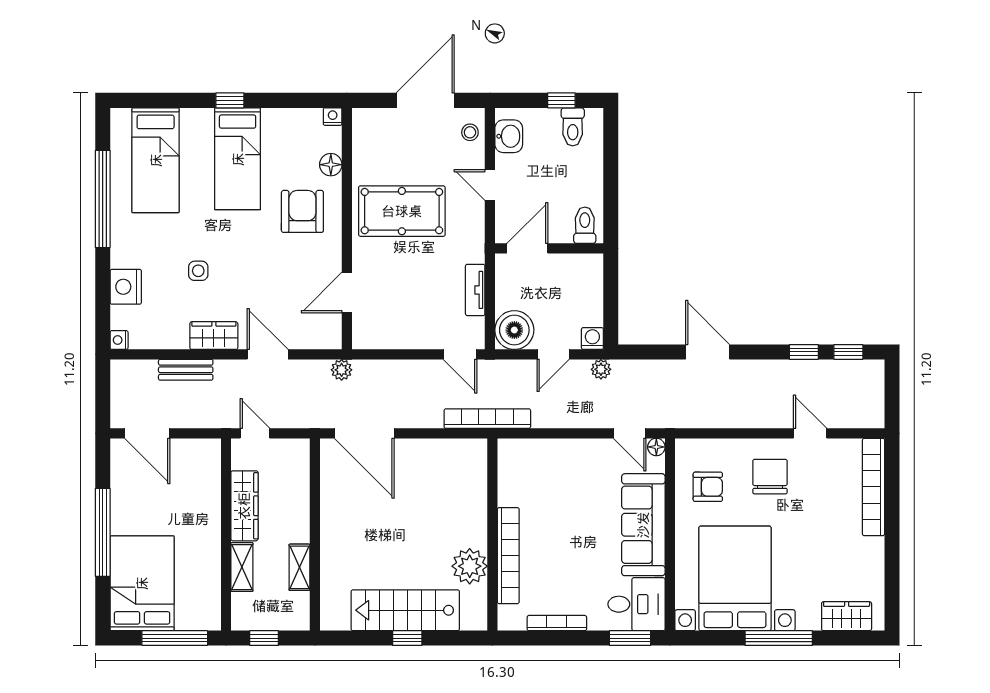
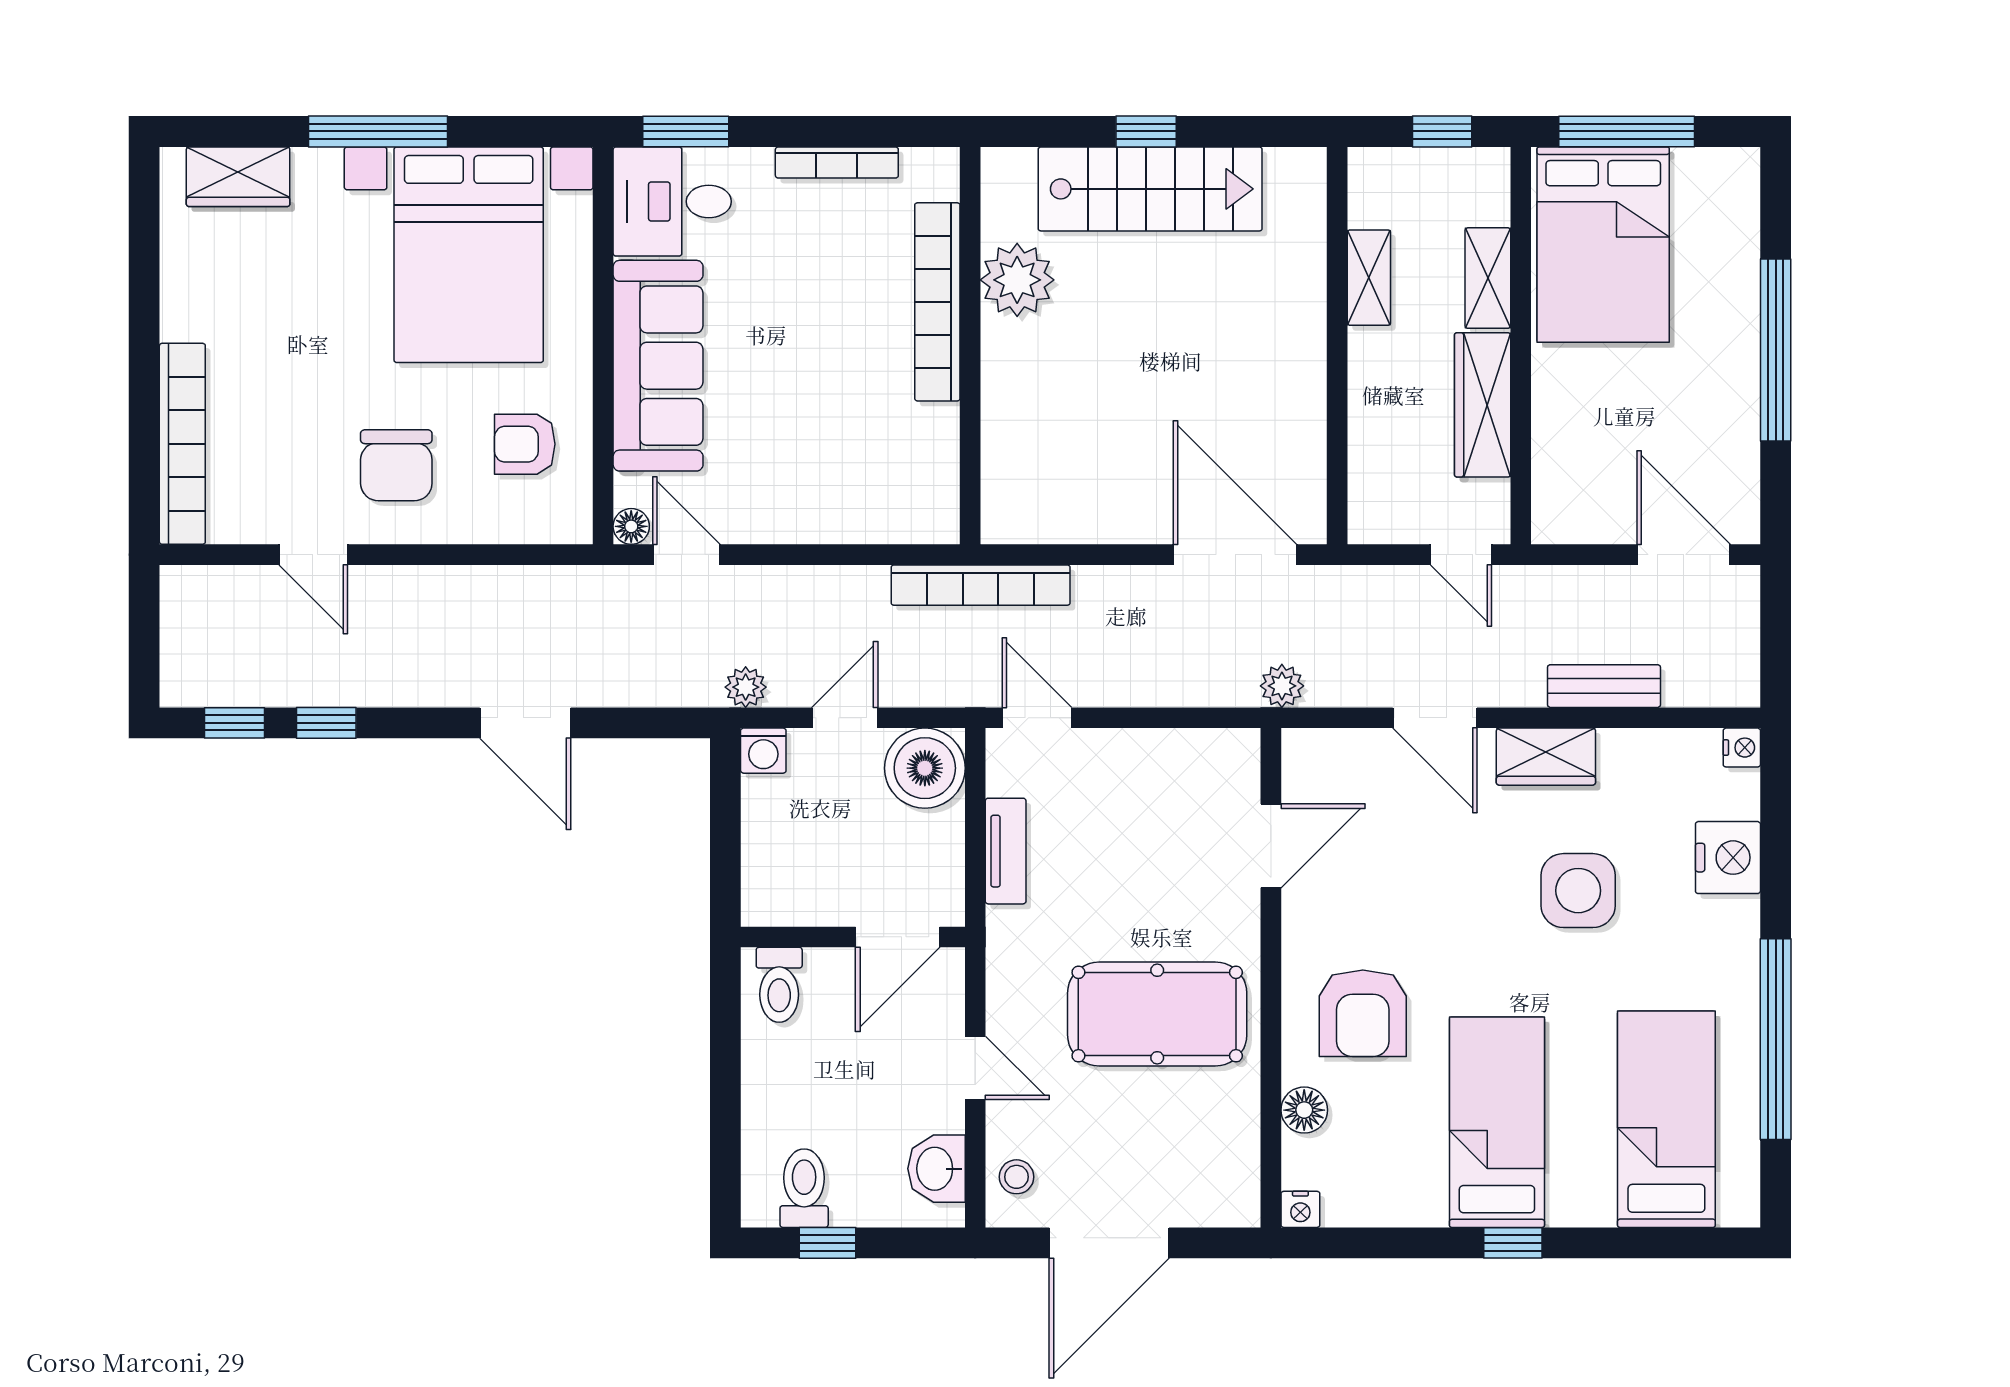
side table: (198, 271) -> (1578, 891), width x1.87, depth x1.87
bed: (142, 583) -> (1603, 245), moved

